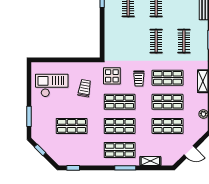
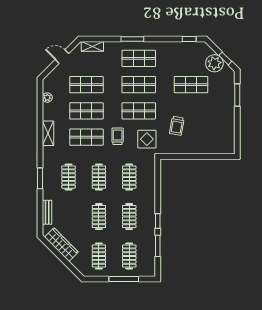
clothes rail: (128, 41) -> (129, 177), added
checkout: (52, 85) -> (213, 129), removed
plant: (50, 145) -> (214, 63), added
shelving: (150, 161) -> (92, 46), moved

